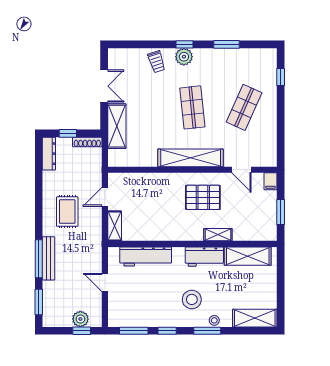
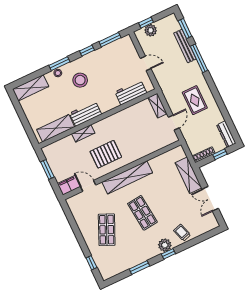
filing cabinet: (271, 181) -> (69, 185), width x2.00
workbench: (146, 257) -> (131, 92), width x0.73
bench: (49, 258) -> (185, 46), moved

